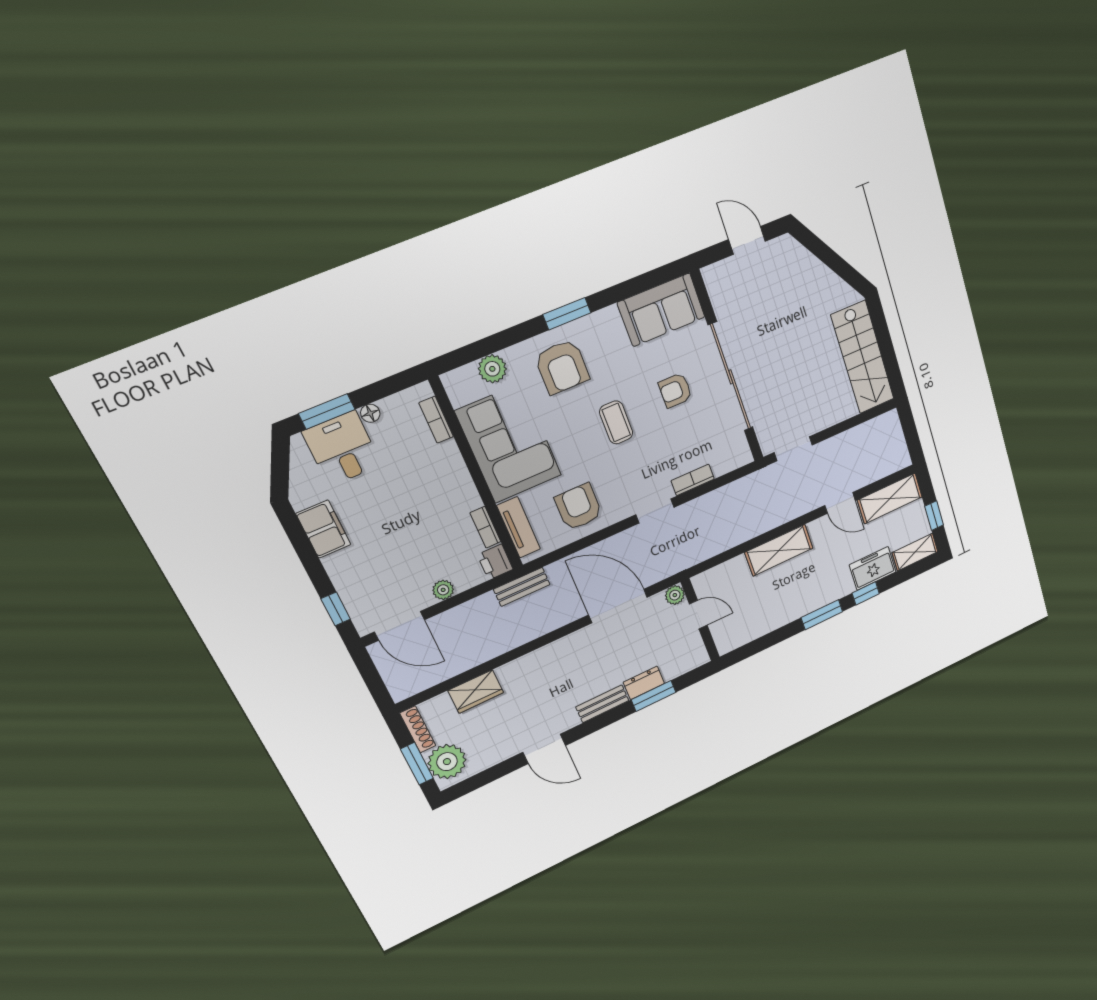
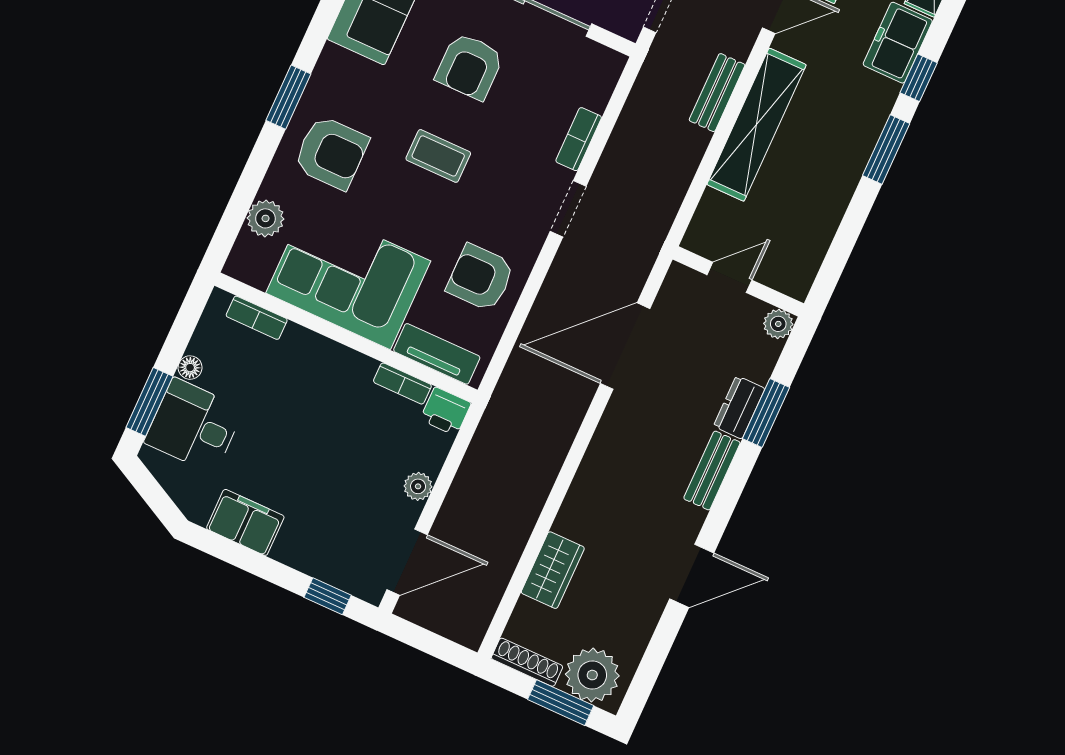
armchair: (675, 390) -> (470, 66), width x1.38, depth x1.38
shelving: (779, 550) -> (757, 125), width x1.47
bench: (522, 587) -> (717, 93), moved
plant: (675, 595) -> (778, 324), moved

